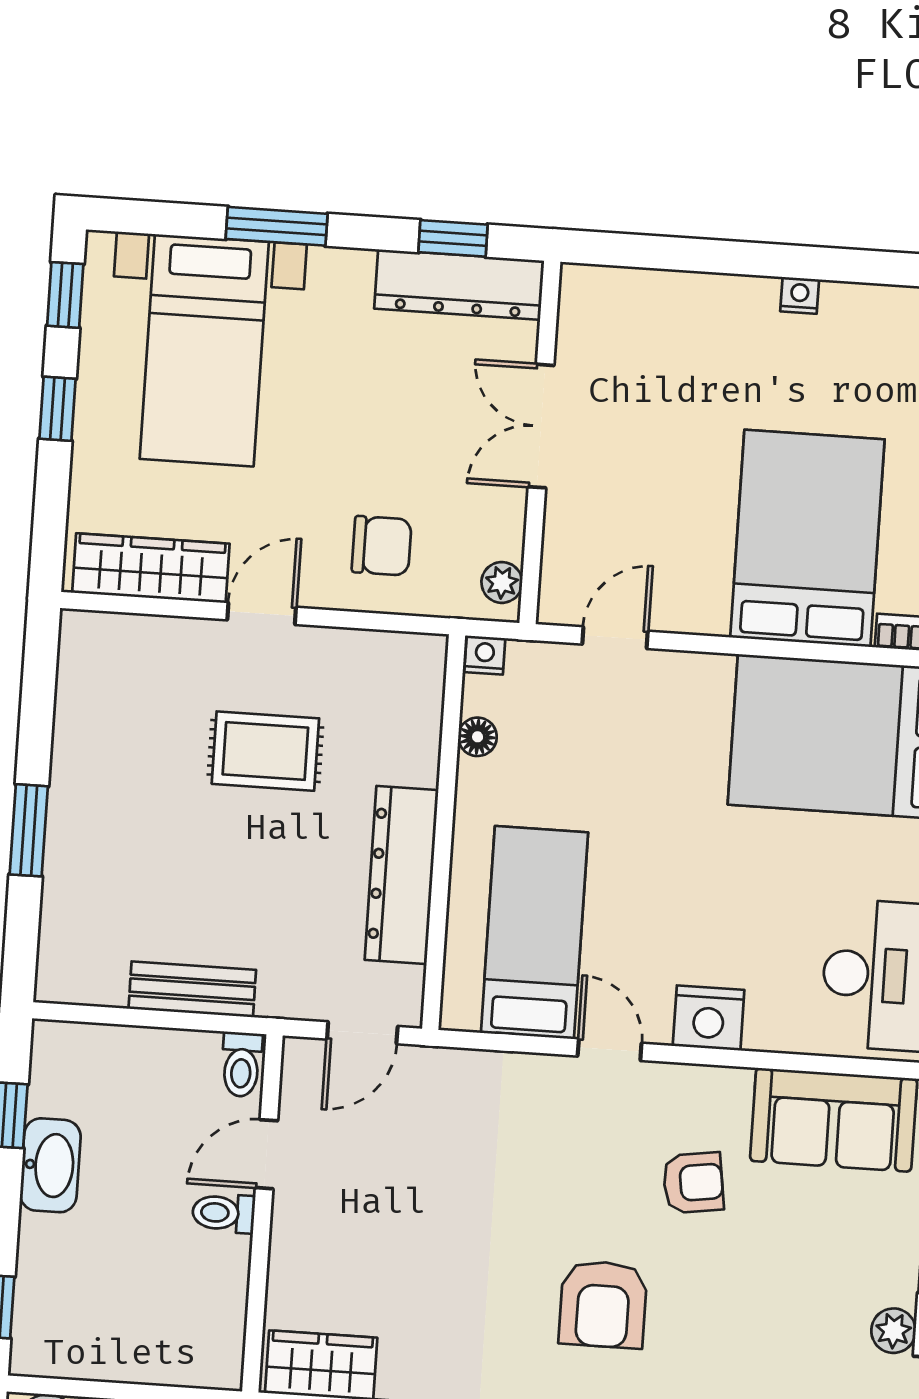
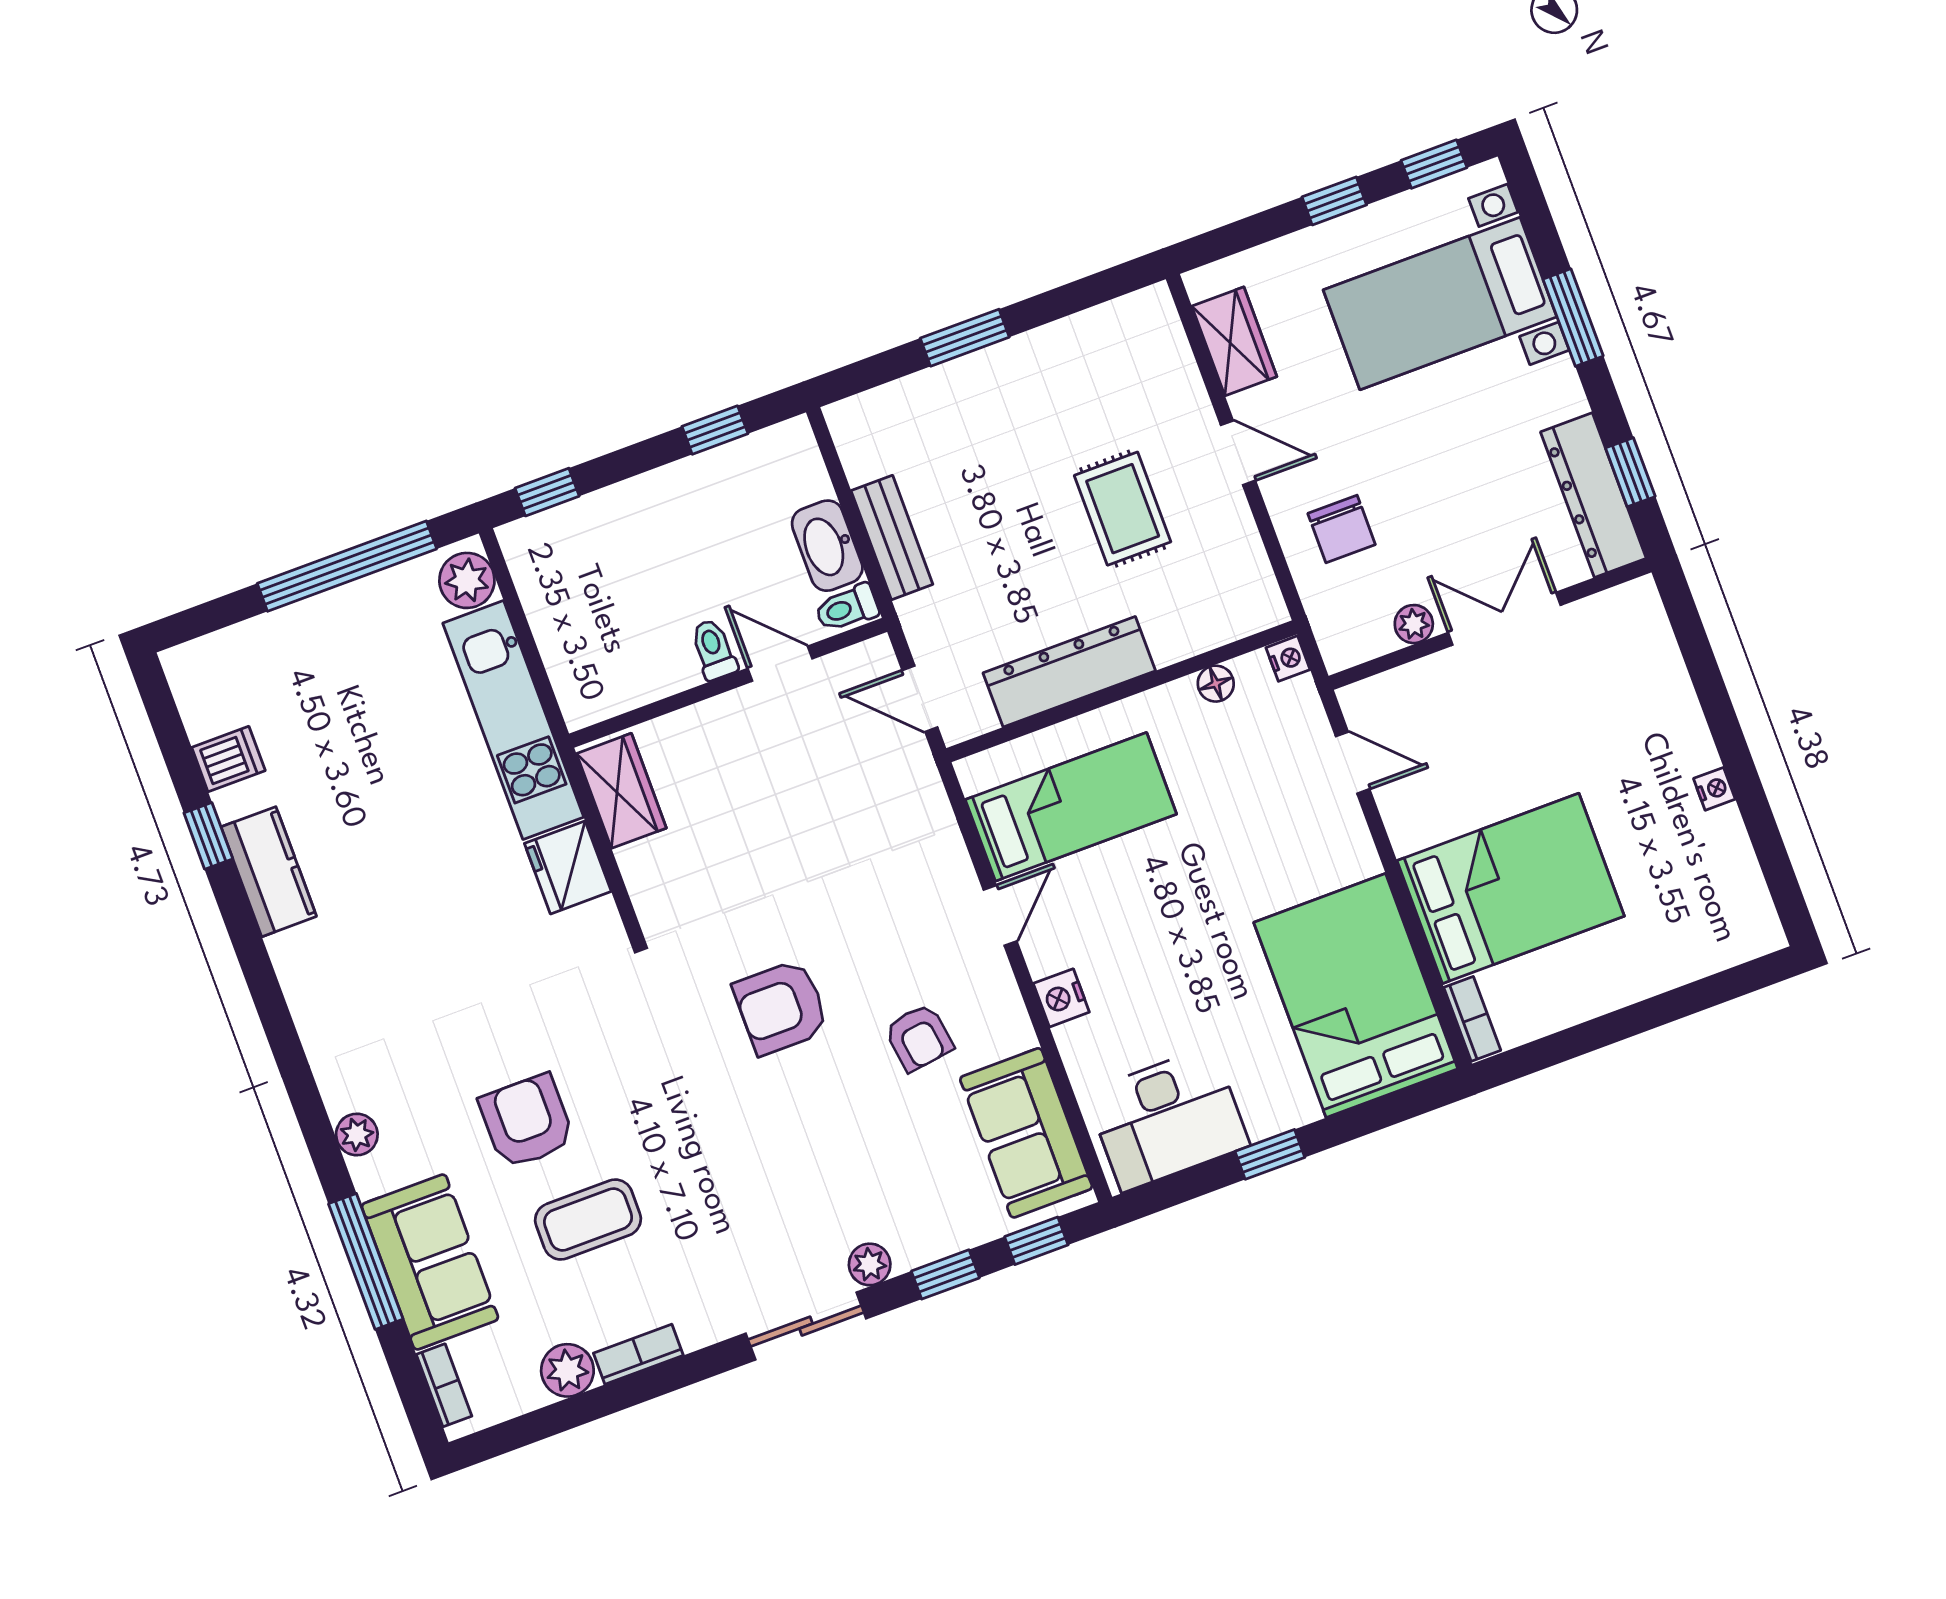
wardrobe: (151, 568) -> (1234, 341), width x0.67
plant: (502, 582) -> (1414, 624), moved
nightstand: (709, 1018) -> (1061, 998), width x0.74, depth x0.75
washbasin: (50, 1165) -> (827, 546), moved, turned 90

